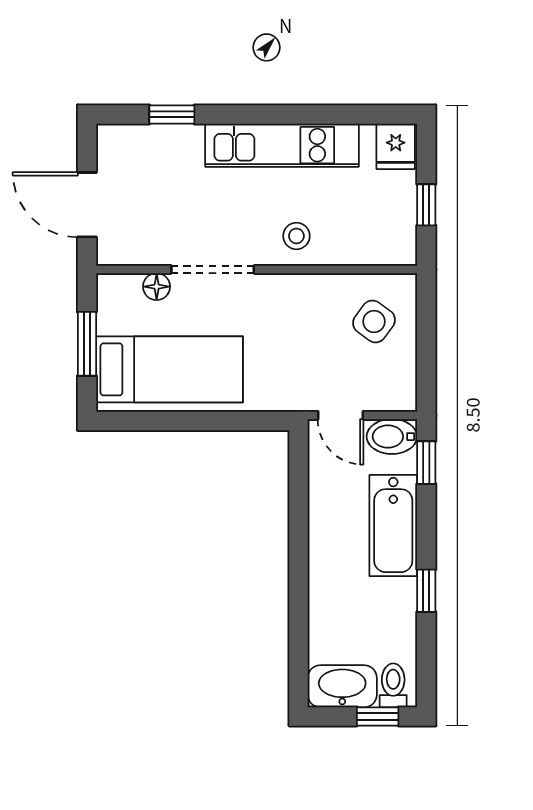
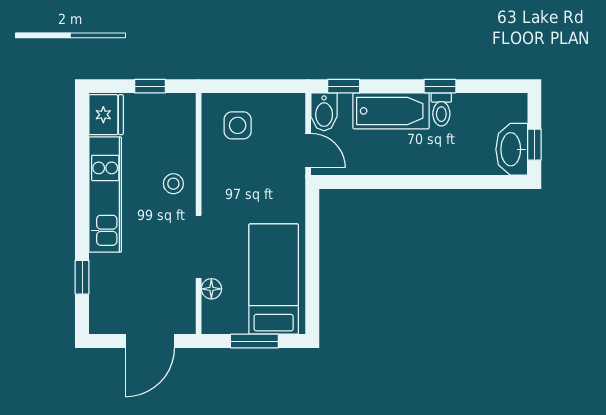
fridge: (396, 146) -> (106, 115), width x1.38
side table: (374, 321) -> (238, 125), turned -36
door: (340, 415) -> (308, 151), hinge flipped
toilet: (393, 685) -> (441, 109), moved, turned -90
window: (378, 716) -> (534, 145), moved

